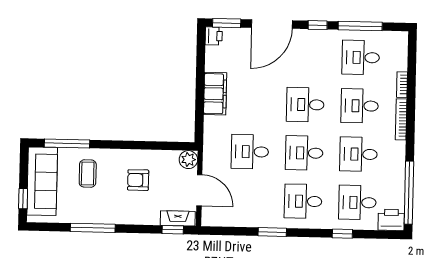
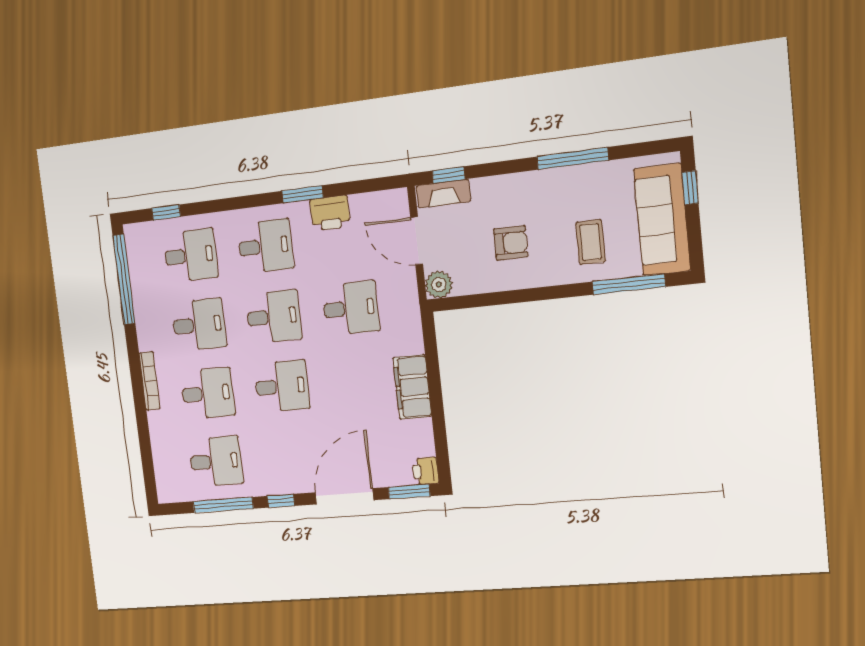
bookcase: (402, 85) -> (156, 430), removed
printer: (391, 220) -> (330, 213), moved
window: (342, 234) -> (166, 212), moved

